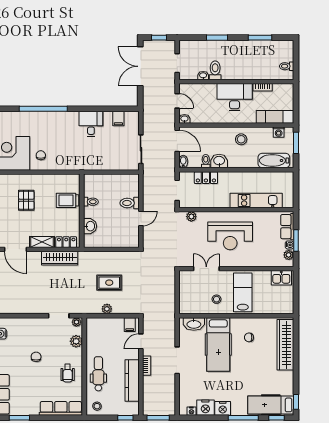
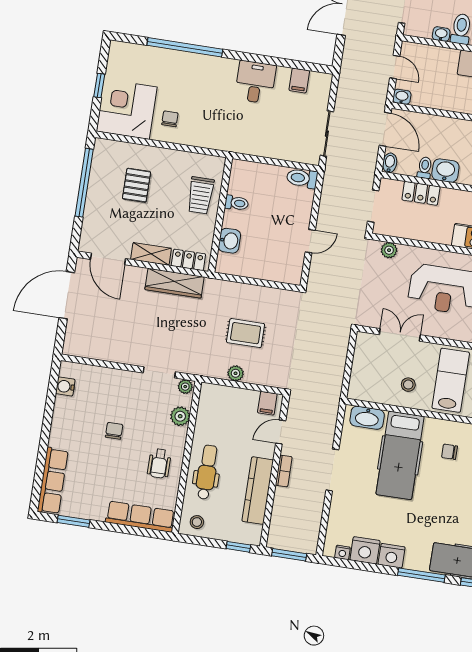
trolley: (67, 200) -> (201, 195), turned -90
toilet: (130, 203) -> (302, 178), moved

